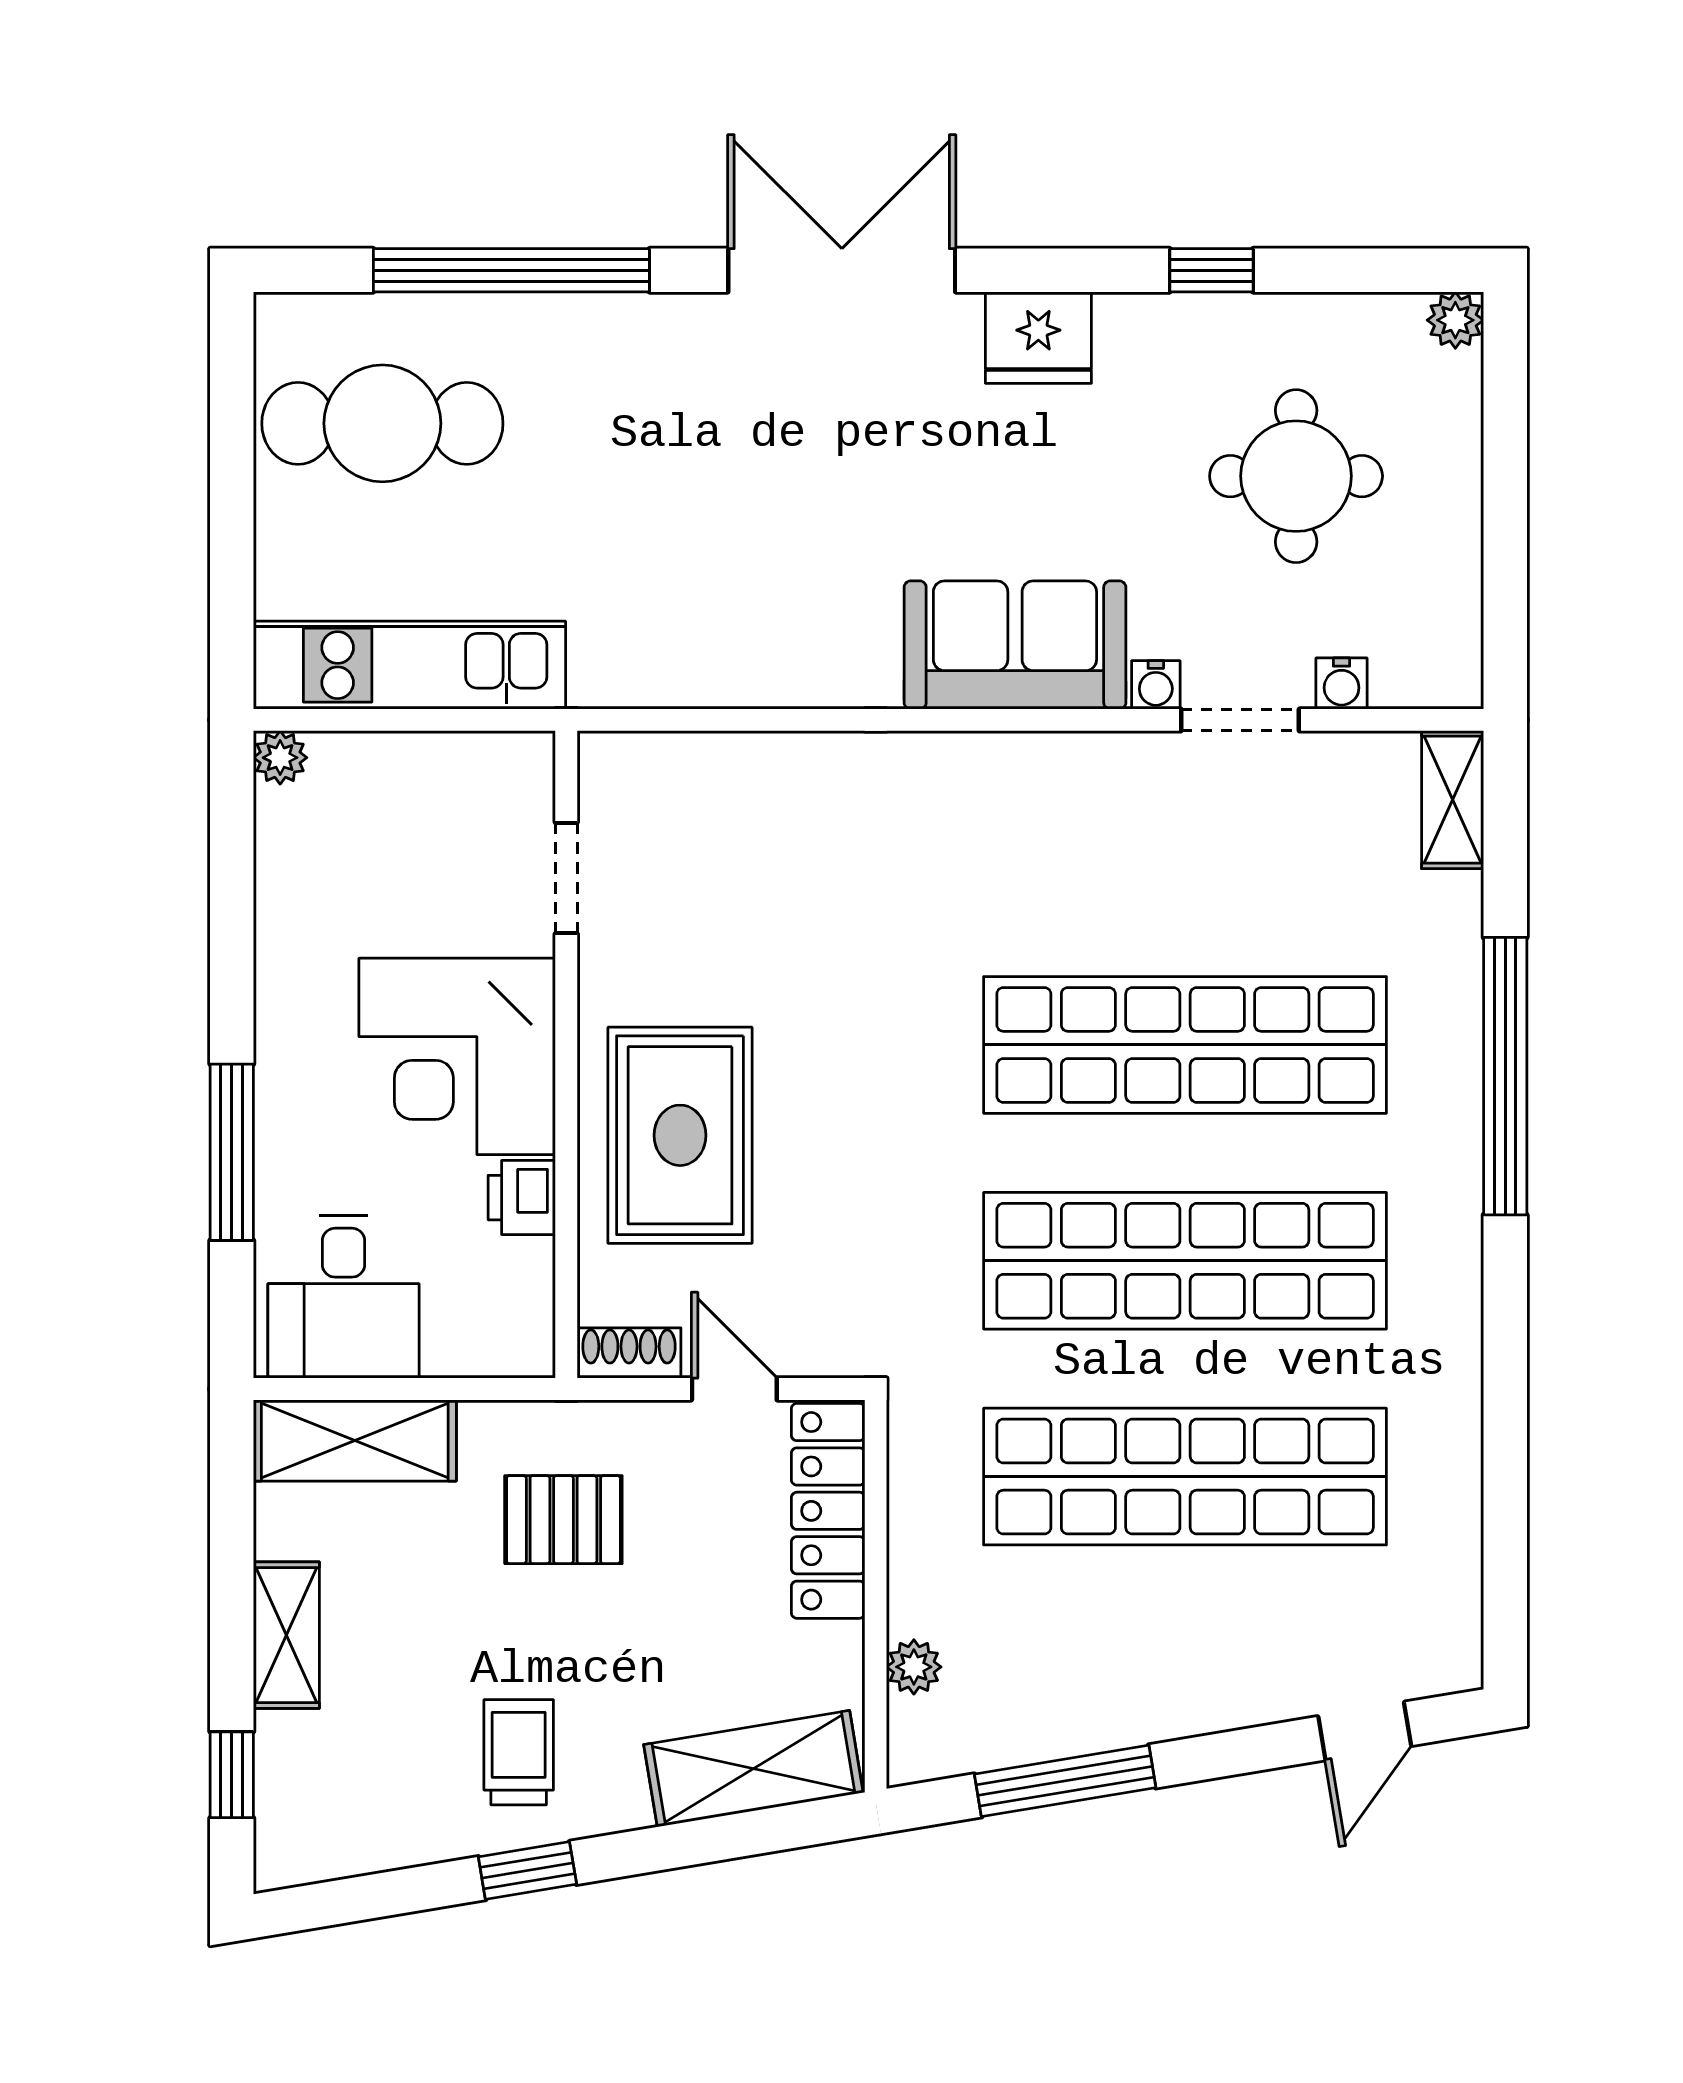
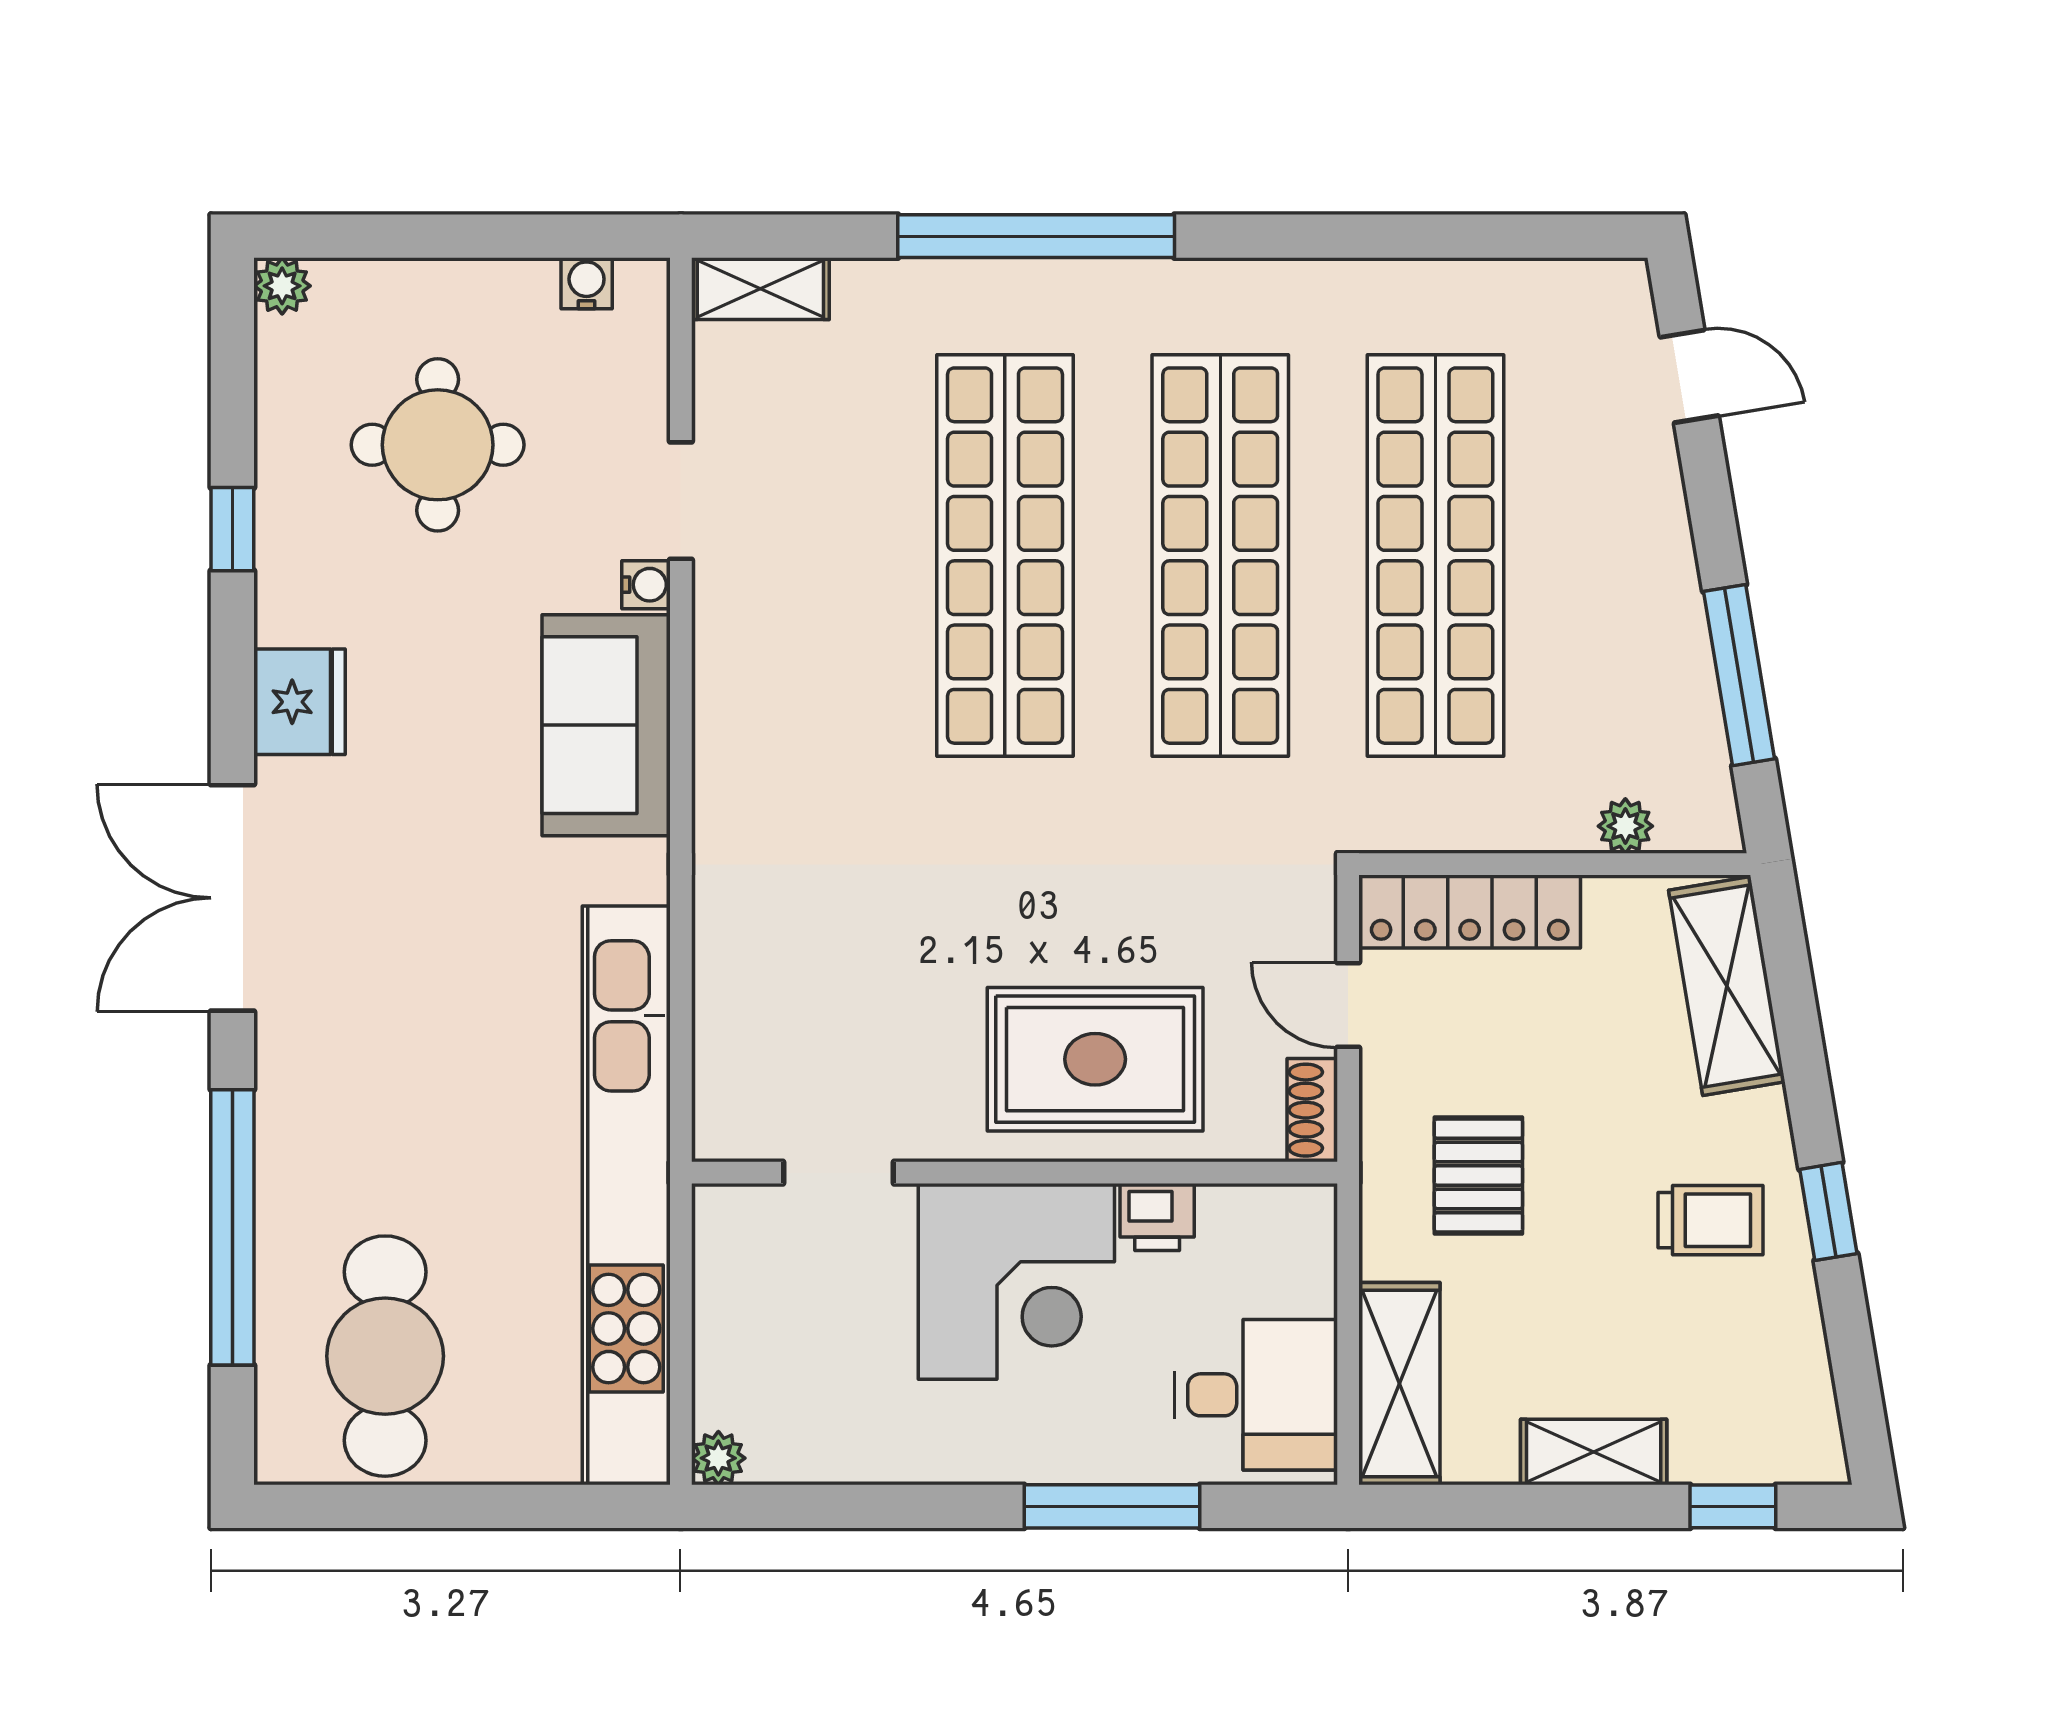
kitchen unit: (409, 665) -> (626, 1195), width x1.86
water cooler: (1342, 684) -> (587, 283), moved, turned -90
door: (734, 1389) -> (1348, 1005), hinge flipped
trolley: (519, 1752) -> (1710, 1220), turned 180

